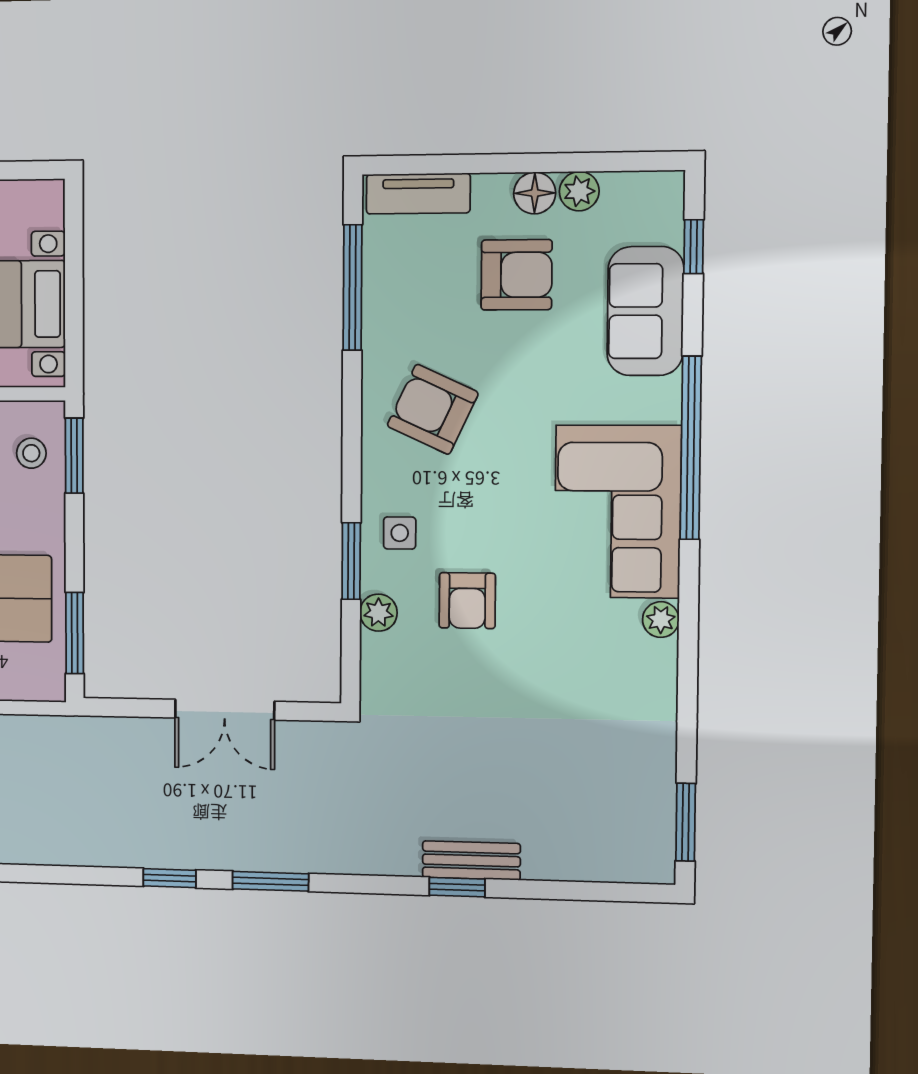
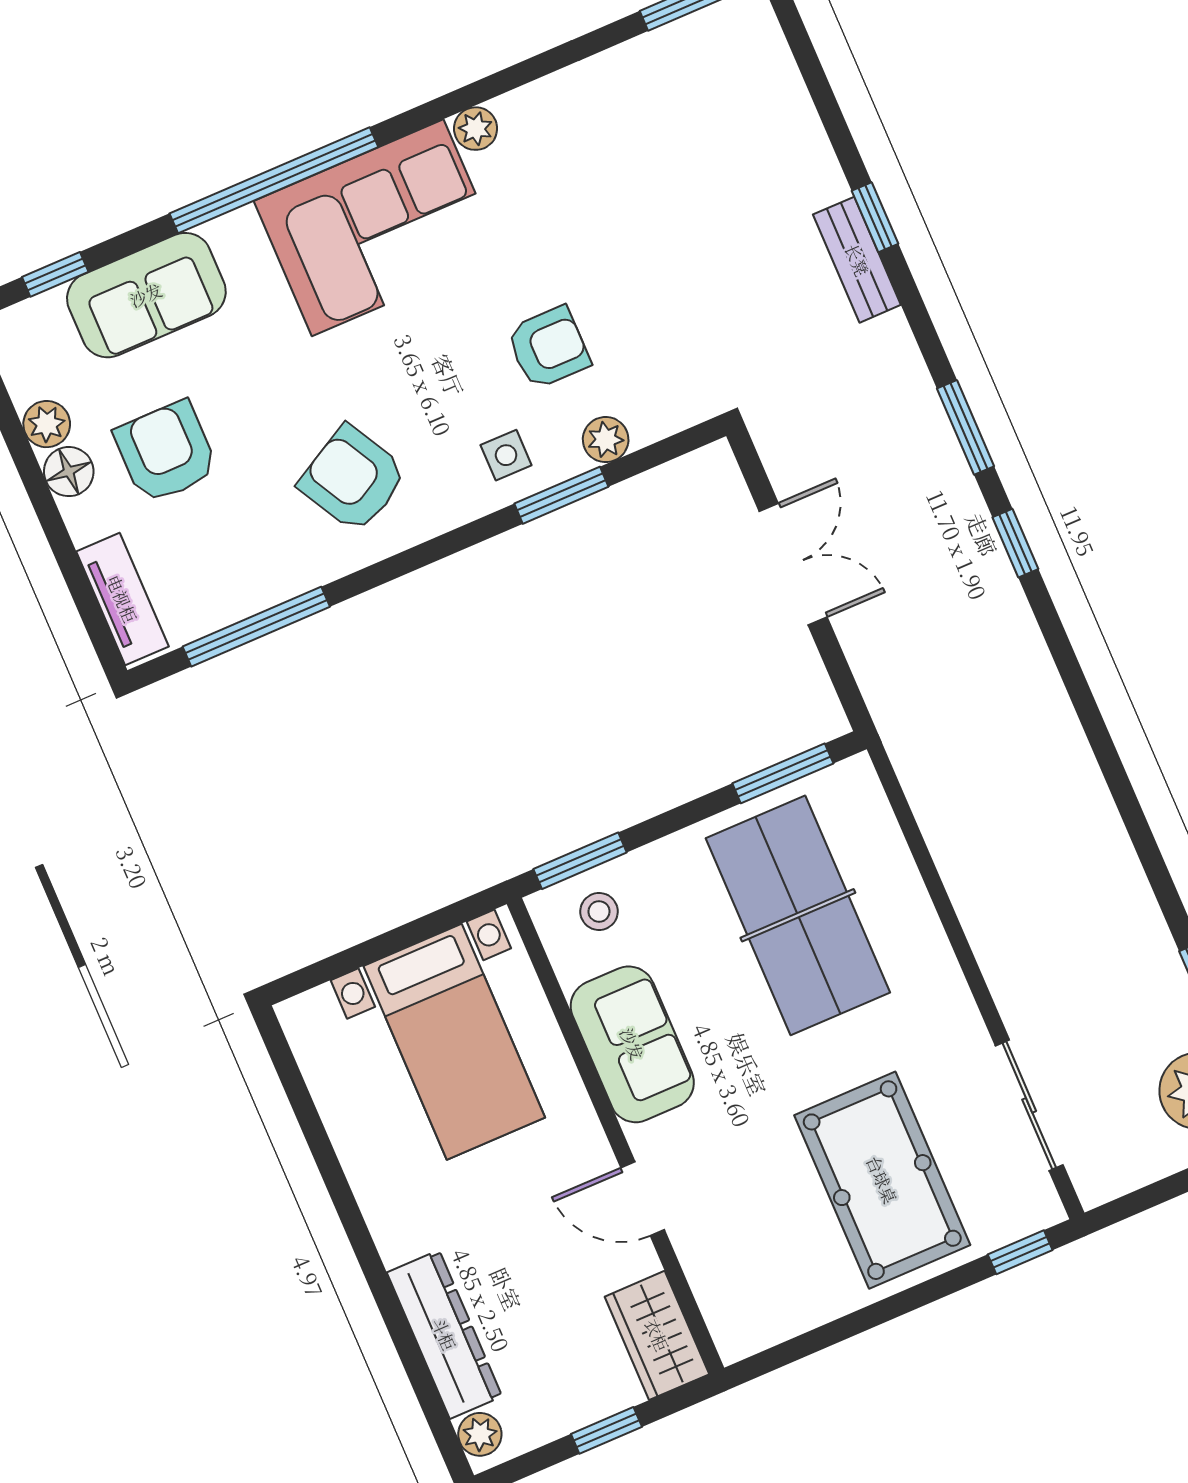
armchair: (433, 409) -> (353, 479), turned 126
bench: (471, 860) -> (857, 260), moved

